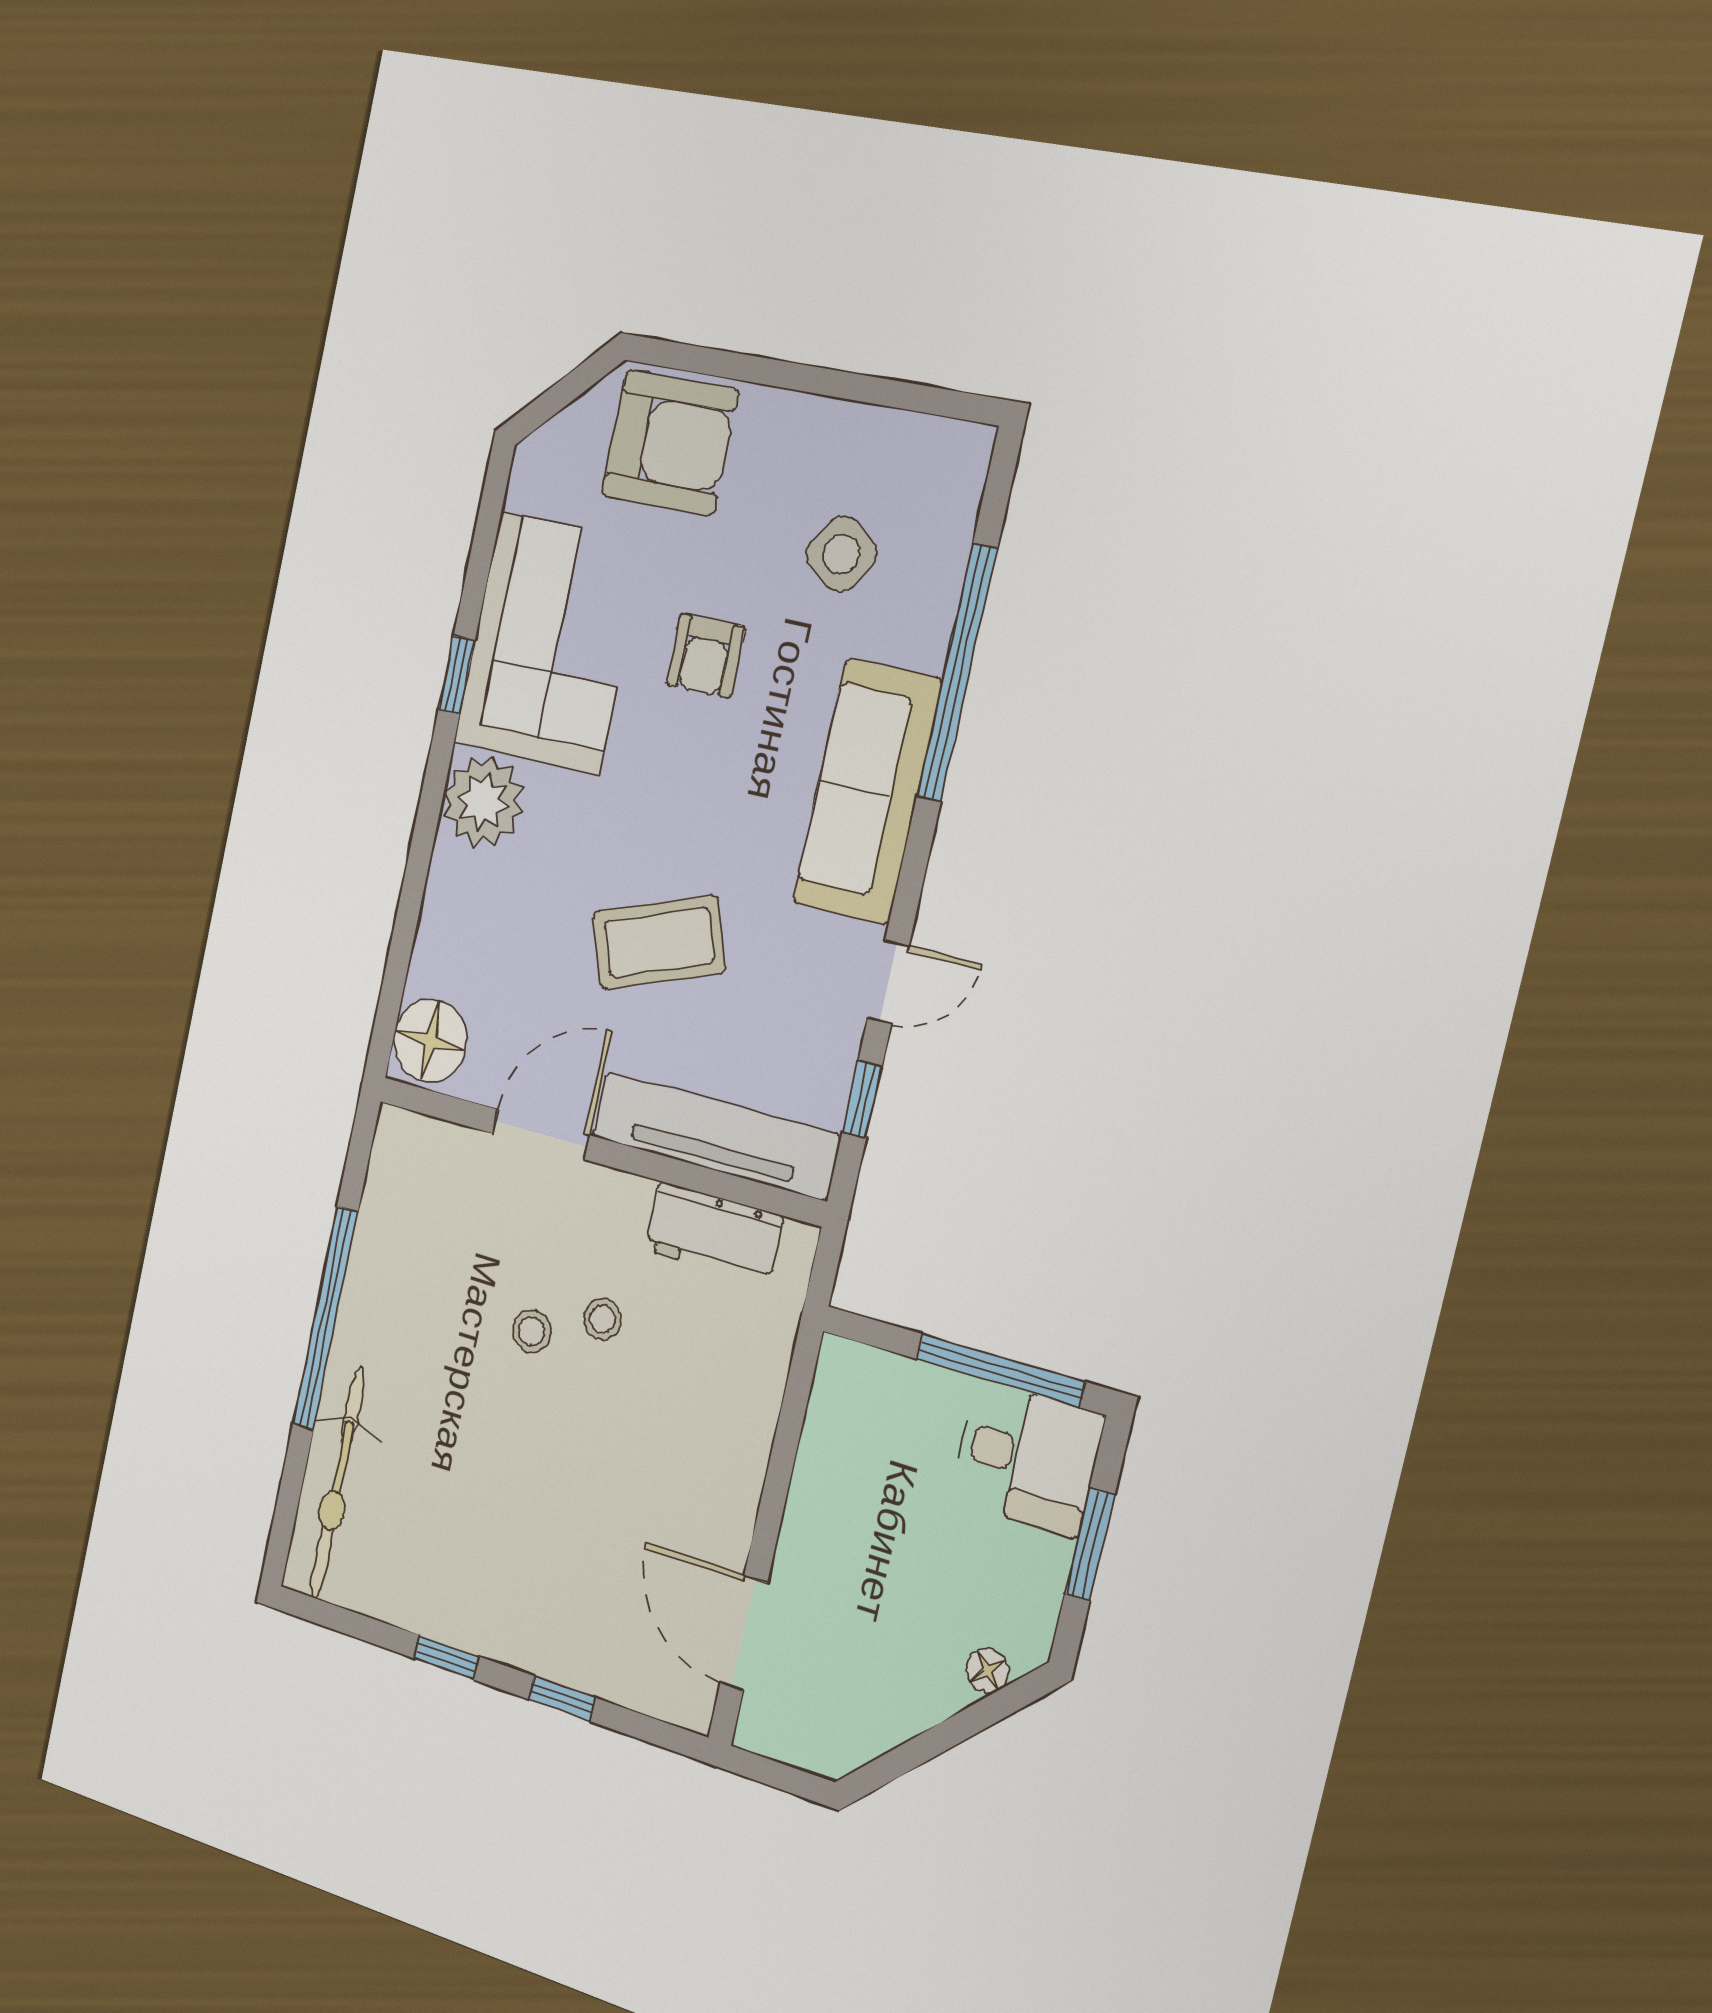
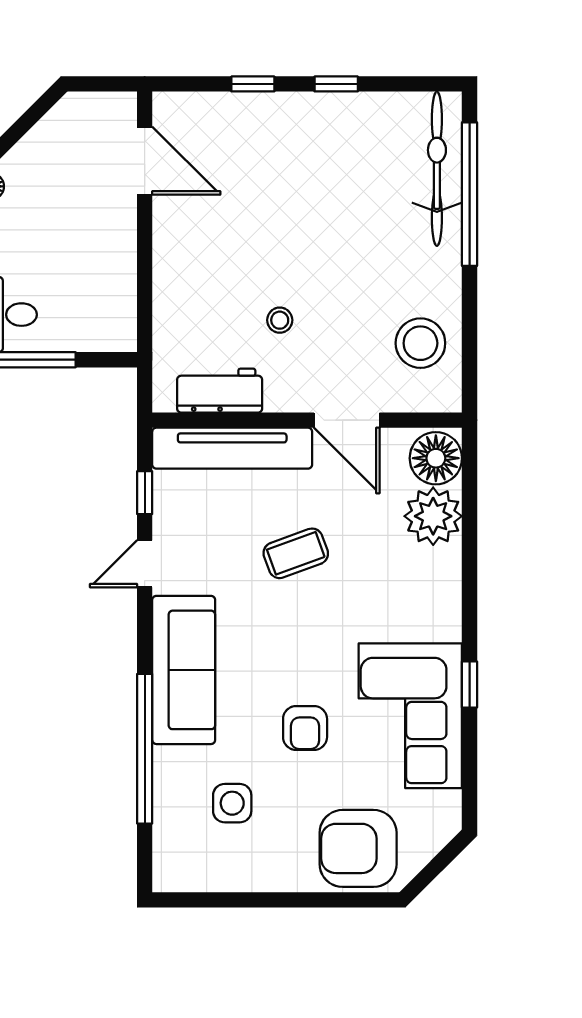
side table: (841, 554) -> (232, 803), turned -36
armchair: (706, 656) -> (305, 728), turned 180
plant: (483, 802) -> (433, 516), moved
coffee table: (659, 942) -> (296, 553), width x0.73, depth x0.77
door: (541, 1134) -> (347, 420), hinge flipped
window: (325, 1318) -> (470, 194), moved
stool: (532, 1331) -> (420, 343), moved, width x1.89, depth x1.89

